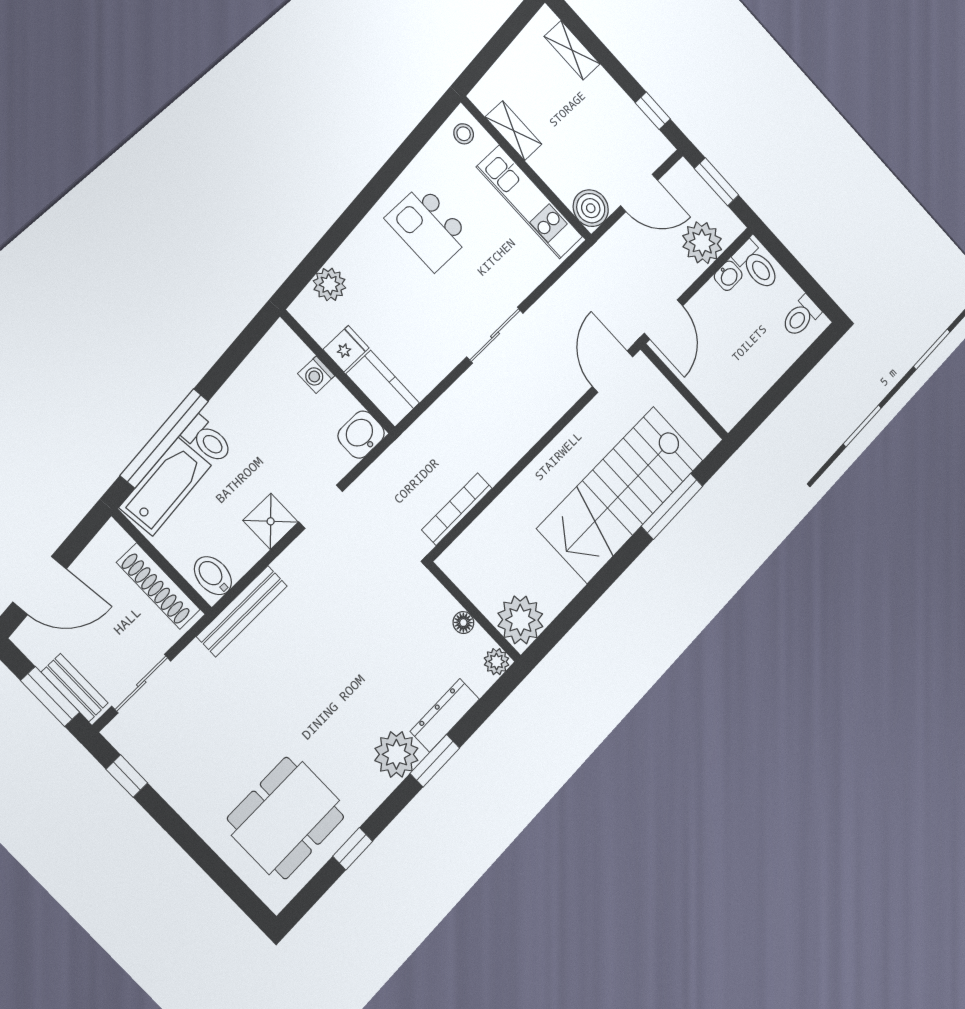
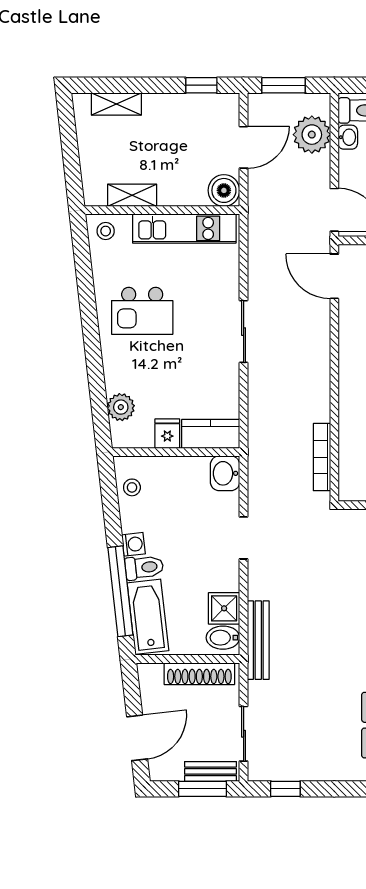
stool: (269, 361) -> (132, 487), added
washing machine: (316, 375) -> (133, 544), moved, turned -96
shower: (271, 521) -> (224, 608), moved

